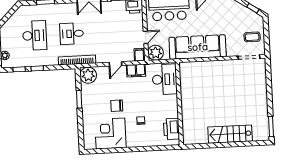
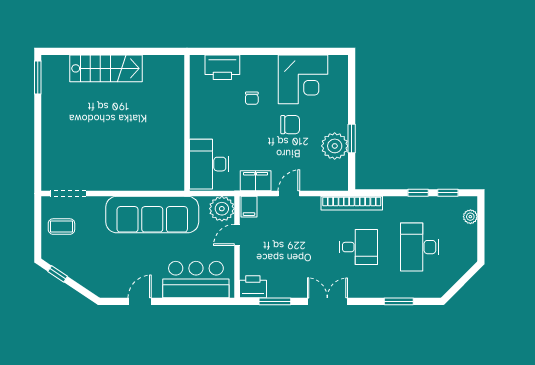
plant: (88, 75) -> (335, 146), moved
printer: (172, 129) -> (222, 67), moved, turned 90

